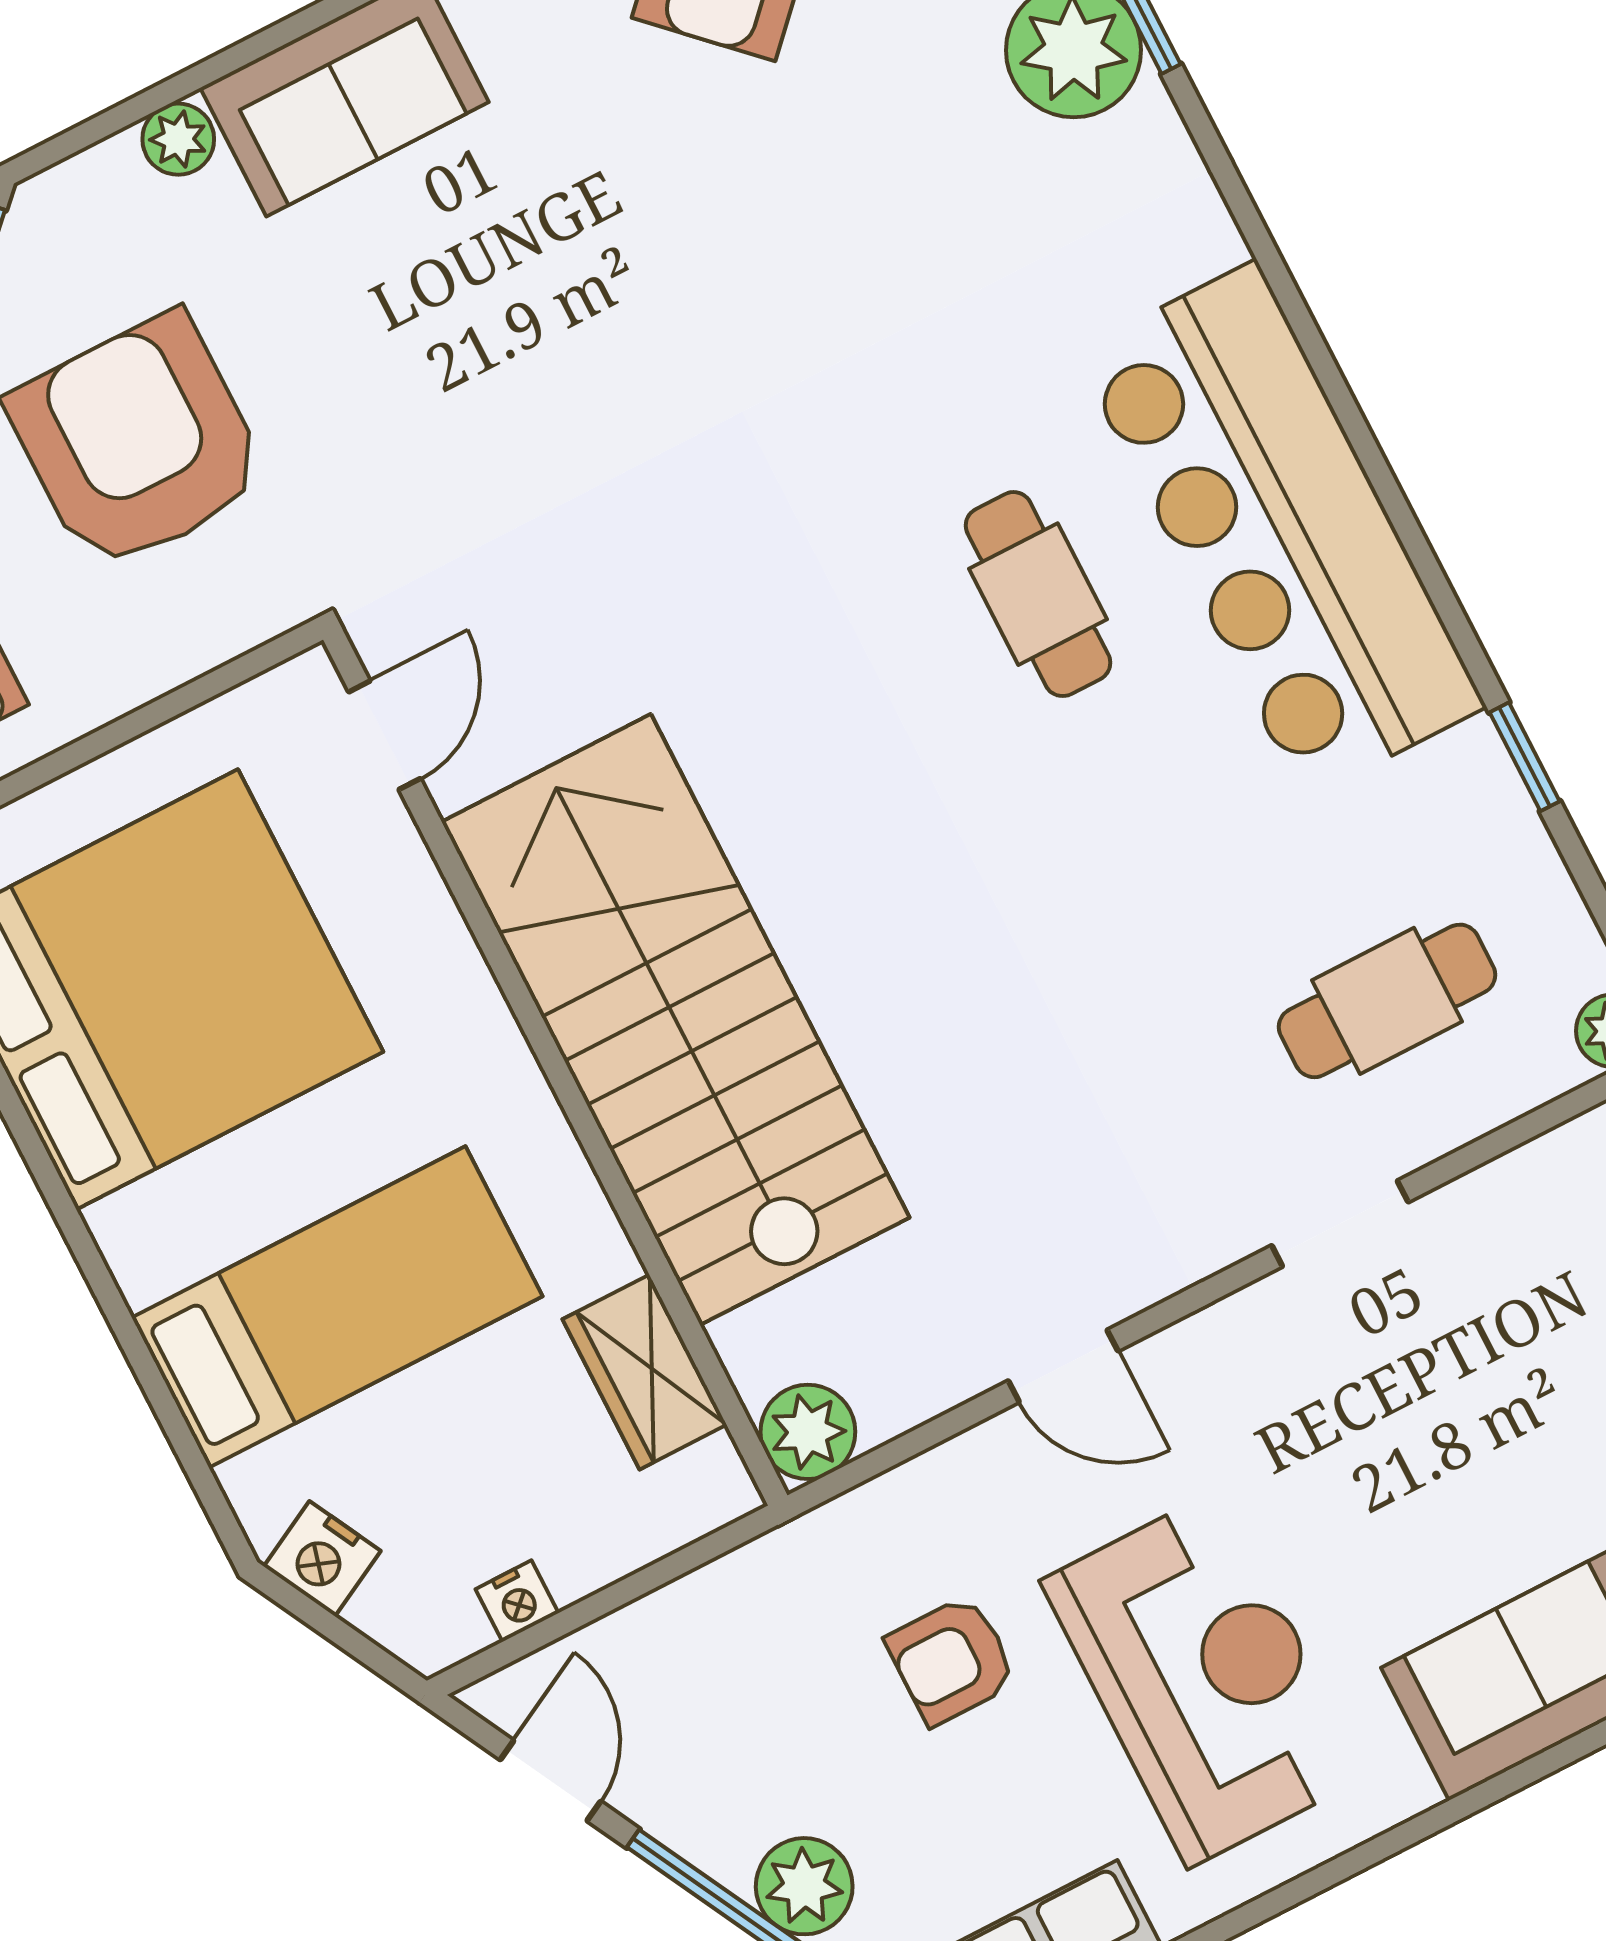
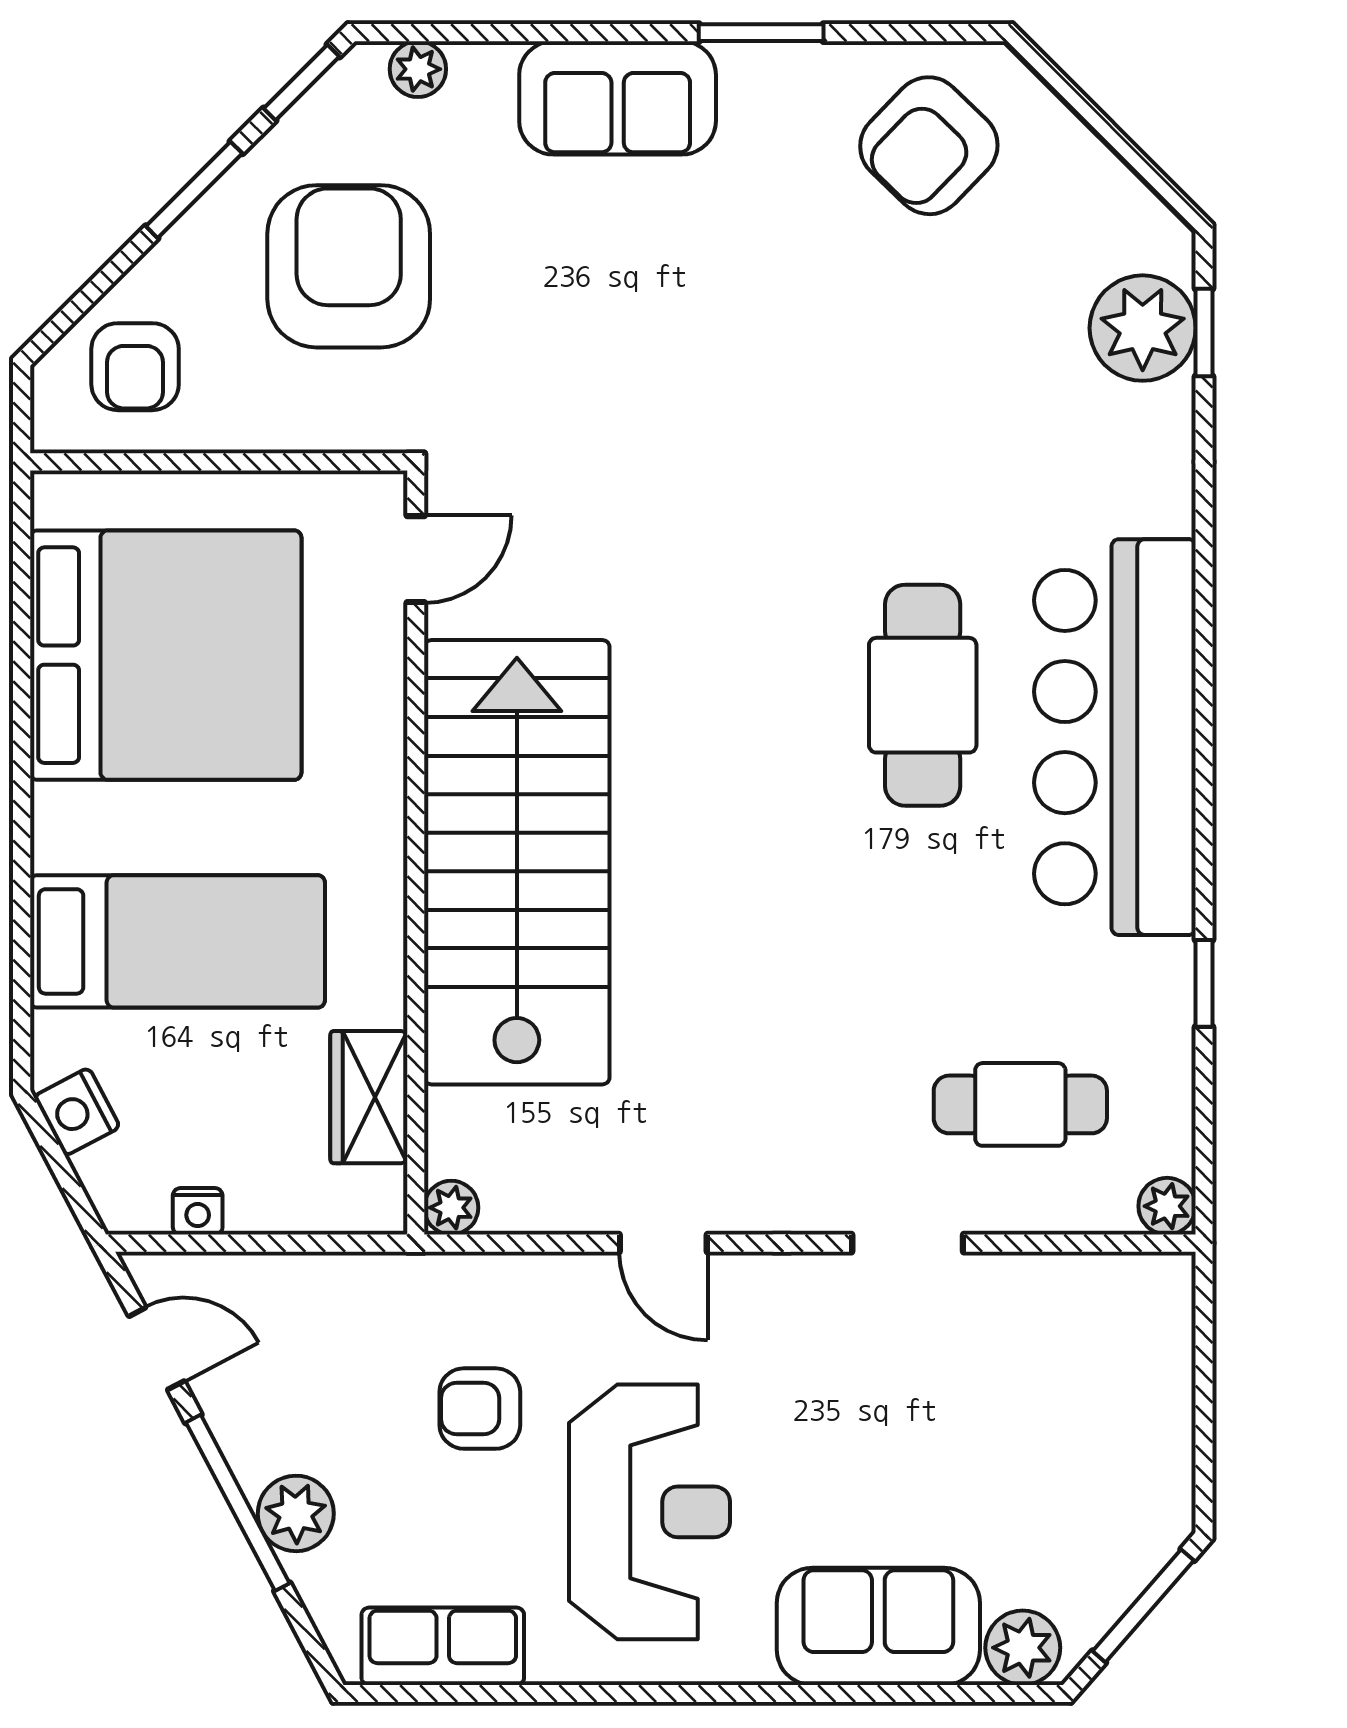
plant: (178, 139) -> (418, 69), moved
cafe table: (1038, 594) -> (923, 695), width x1.37, depth x1.35
plant: (808, 1432) -> (451, 1208), width x0.73, depth x0.73
door: (550, 1781) -> (157, 1349), hinge flipped

